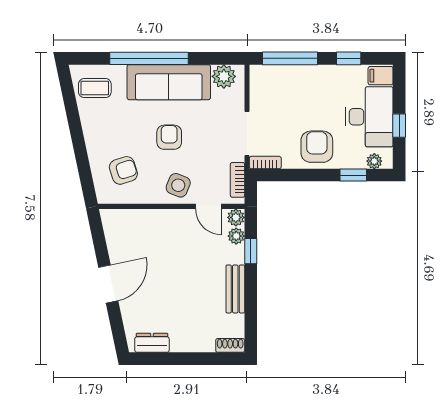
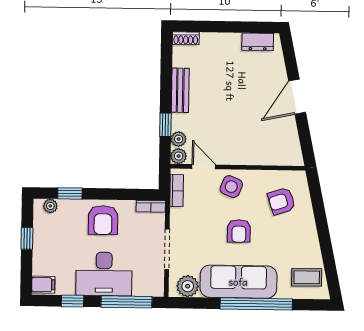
desk: (369, 117) -> (104, 274), moved, turned -90
doorway: (247, 134) -> (167, 249), moved

